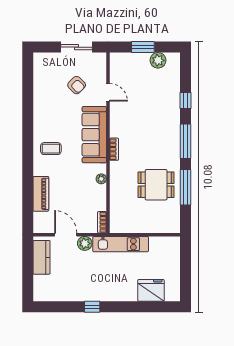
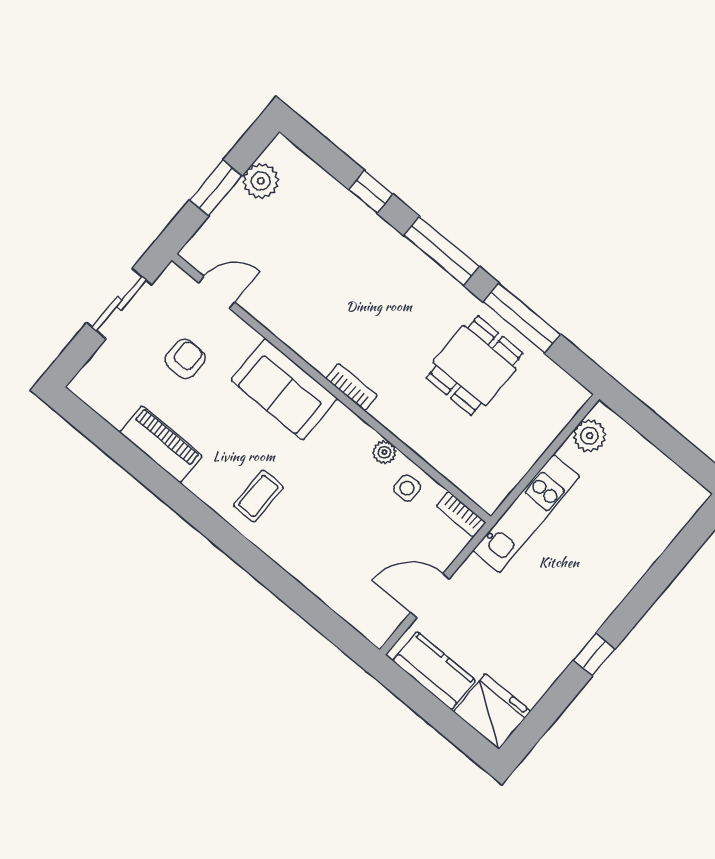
armchair: (77, 85) -> (185, 359), turned -45
door: (108, 92) -> (217, 292), moved
sofa: (94, 135) -> (284, 389), width x0.73
piano: (41, 194) -> (161, 444), moved
side table: (96, 197) -> (407, 488), added
plant: (85, 243) -> (590, 436), moved
fridge: (151, 290) -> (492, 711), moved, turned 90

